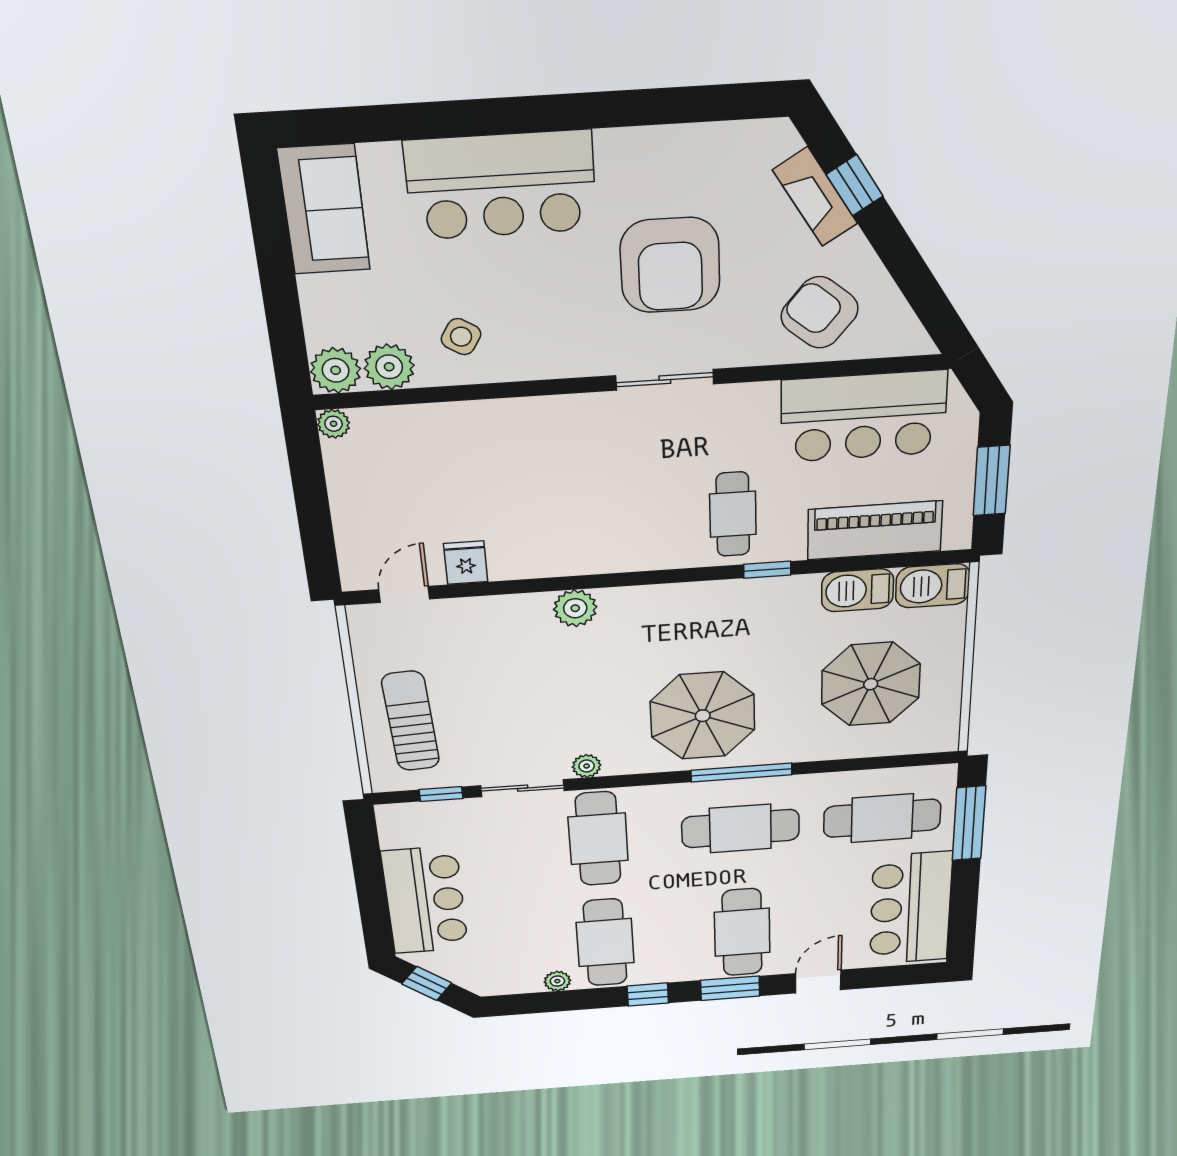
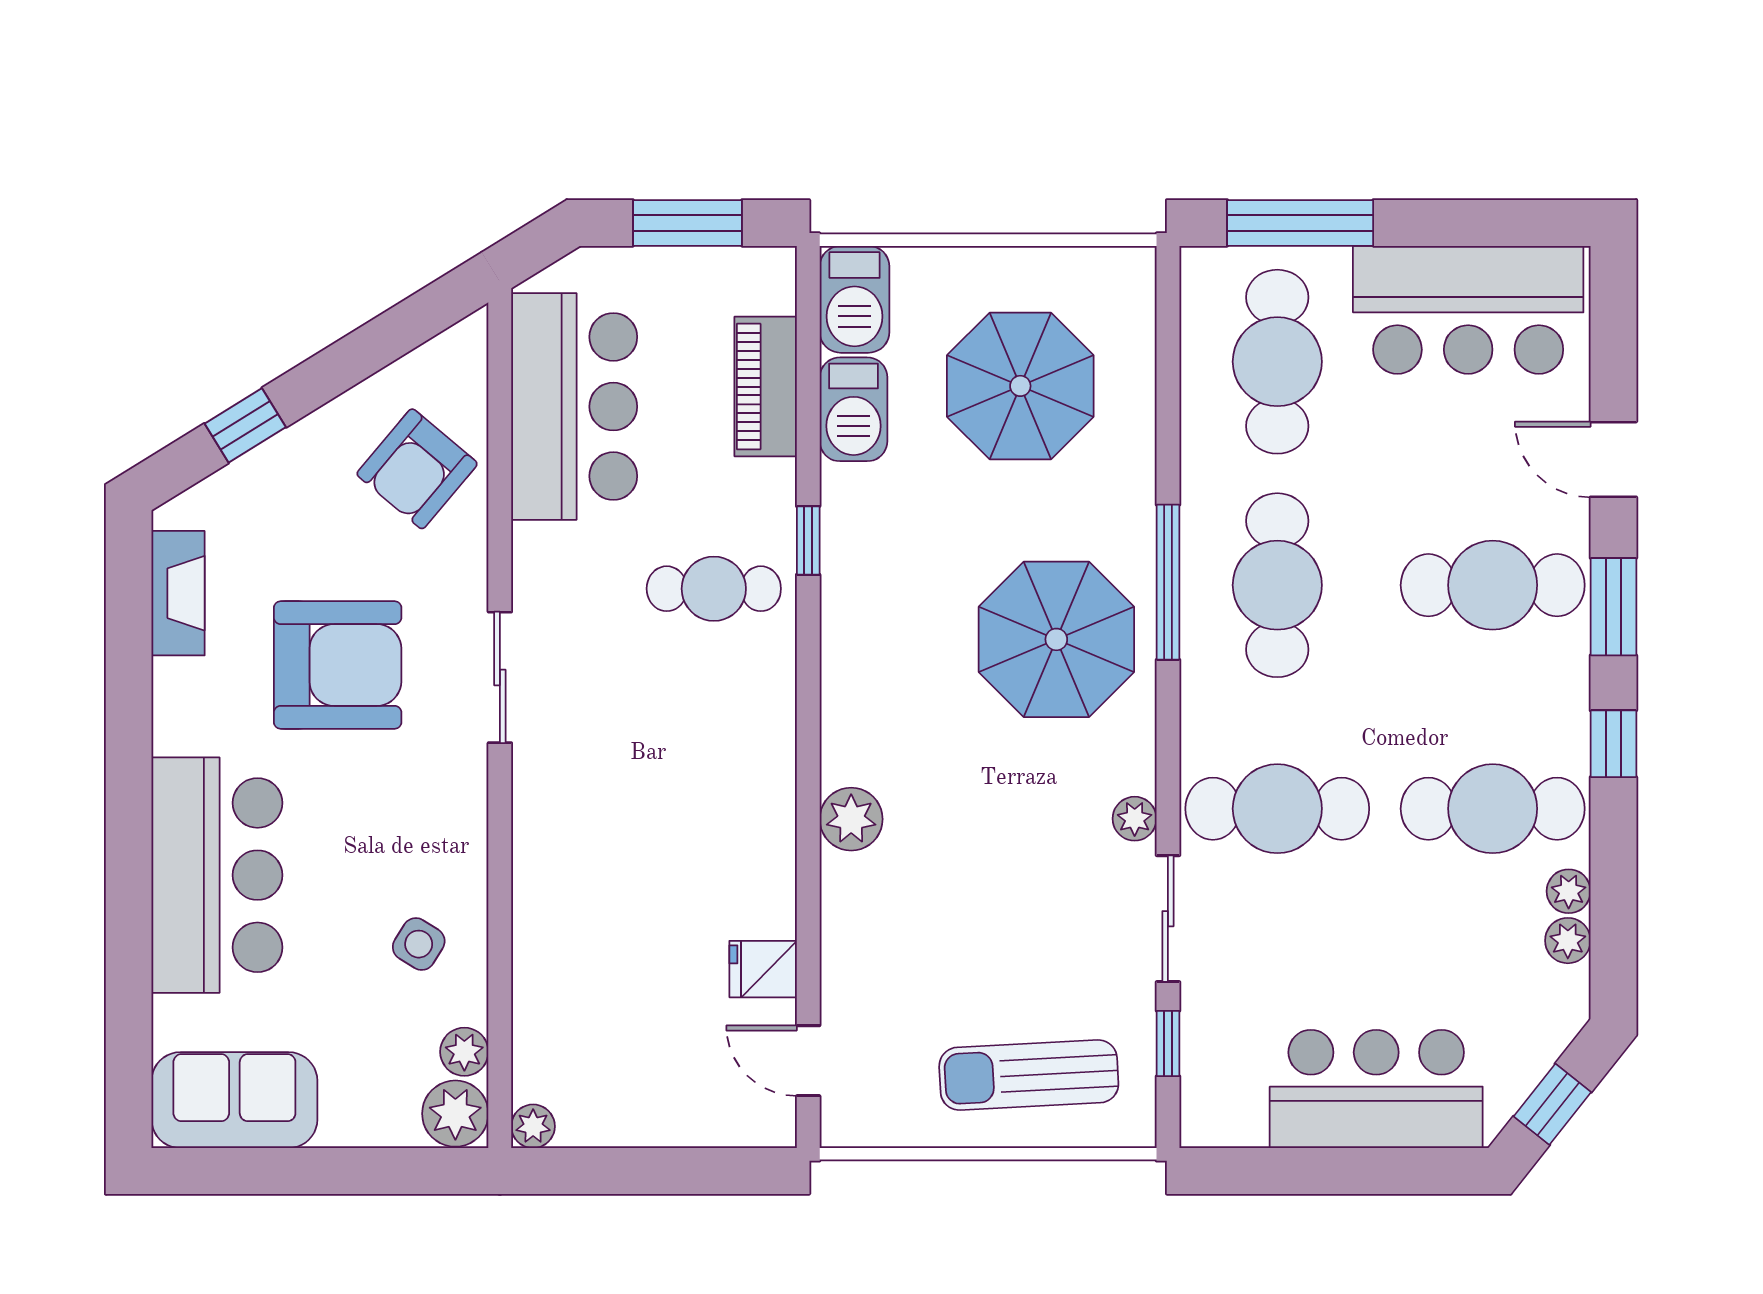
fireplace: (815, 197) -> (178, 593), moved, turned -58
plant: (389, 367) -> (464, 1052), width x0.73, depth x0.73
piano: (875, 530) -> (766, 387), width x0.73, depth x0.75
plant: (527, 983) -> (1568, 941), added

